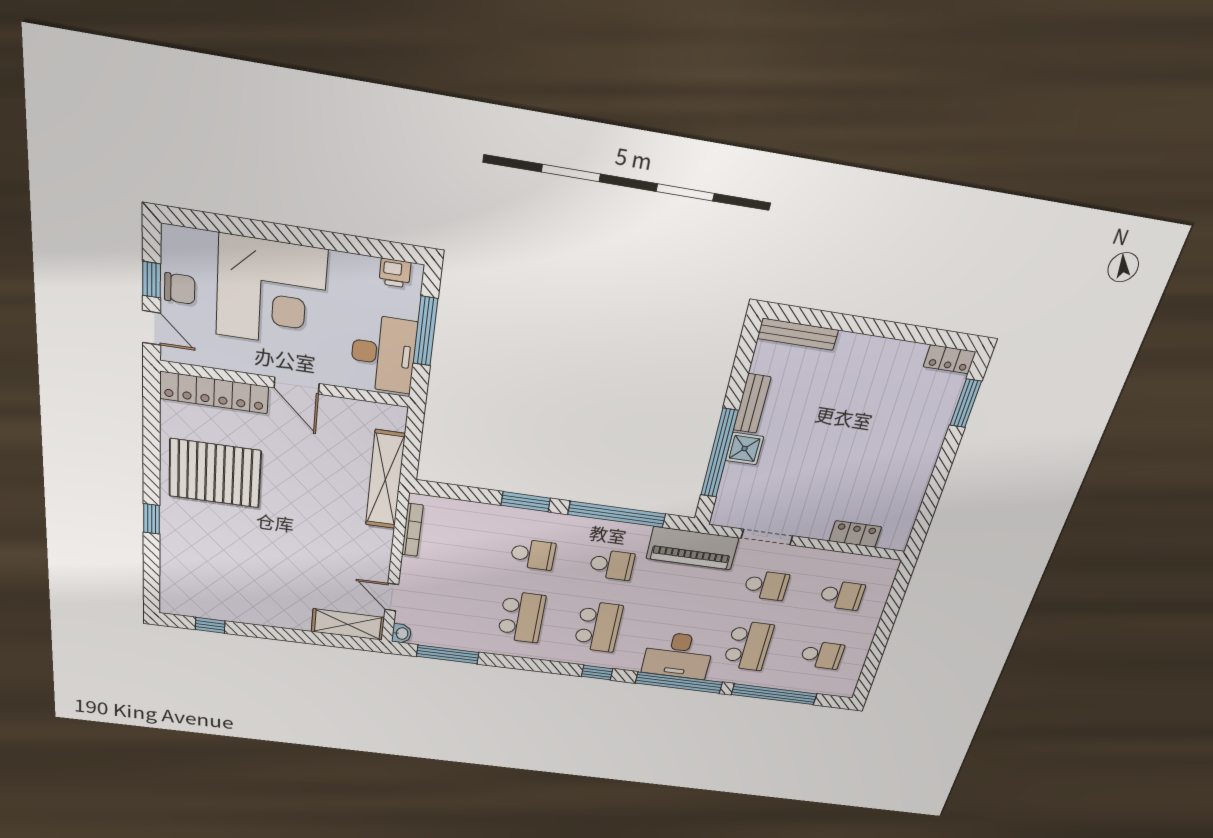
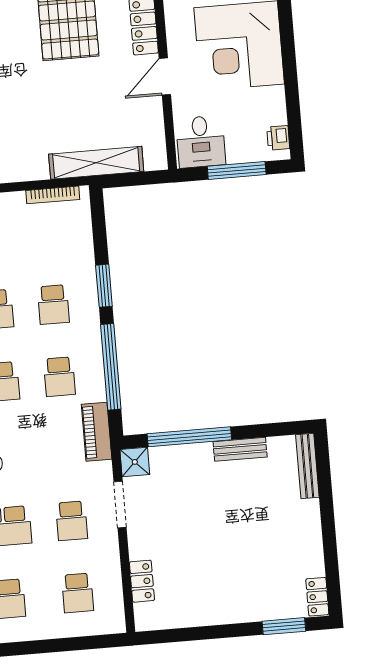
desk: (383, 354) -> (201, 142), width x0.73
shower: (744, 449) -> (135, 462), moved
piano: (692, 548) -> (97, 432), width x0.73, depth x0.75

